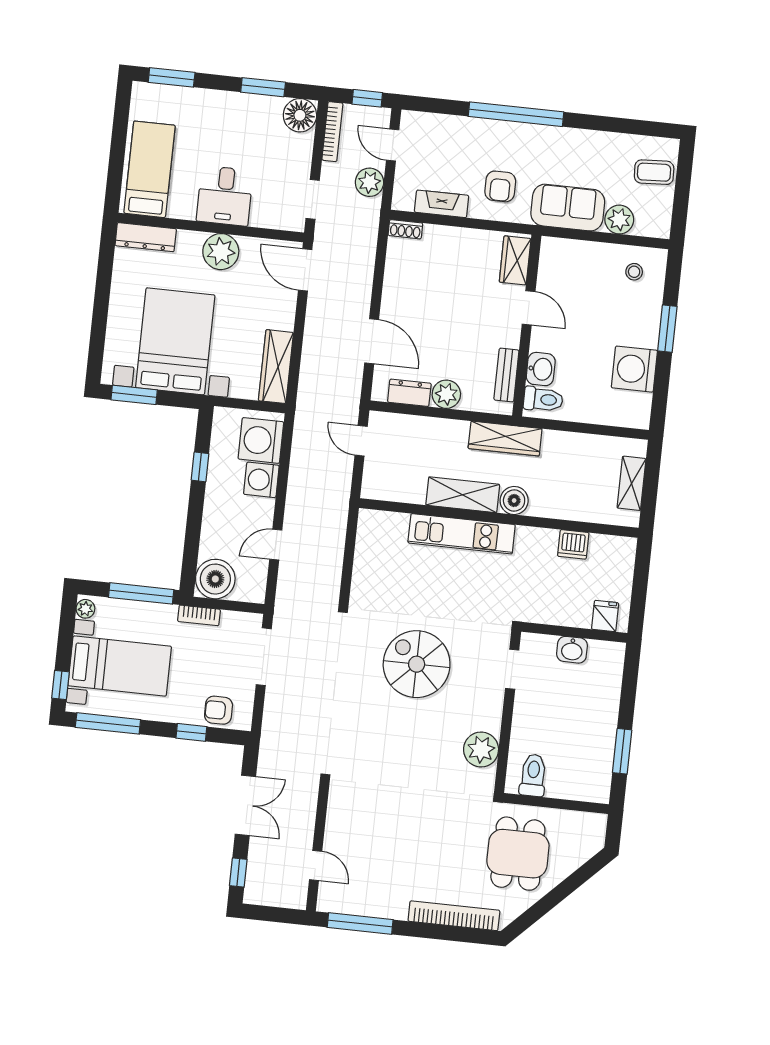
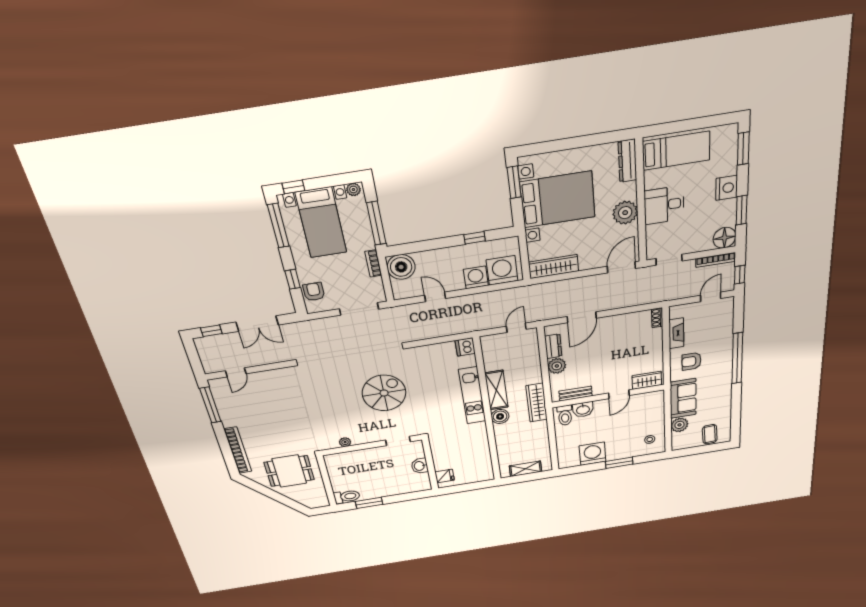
nightstand: (223, 105) -> (727, 188), added
plant: (369, 182) -> (685, 290), removed
dishwasher: (573, 544) -> (465, 347), moved
plant: (481, 750) -> (345, 442), width x0.53, depth x0.53
toilet: (533, 775) -> (347, 497), moved

